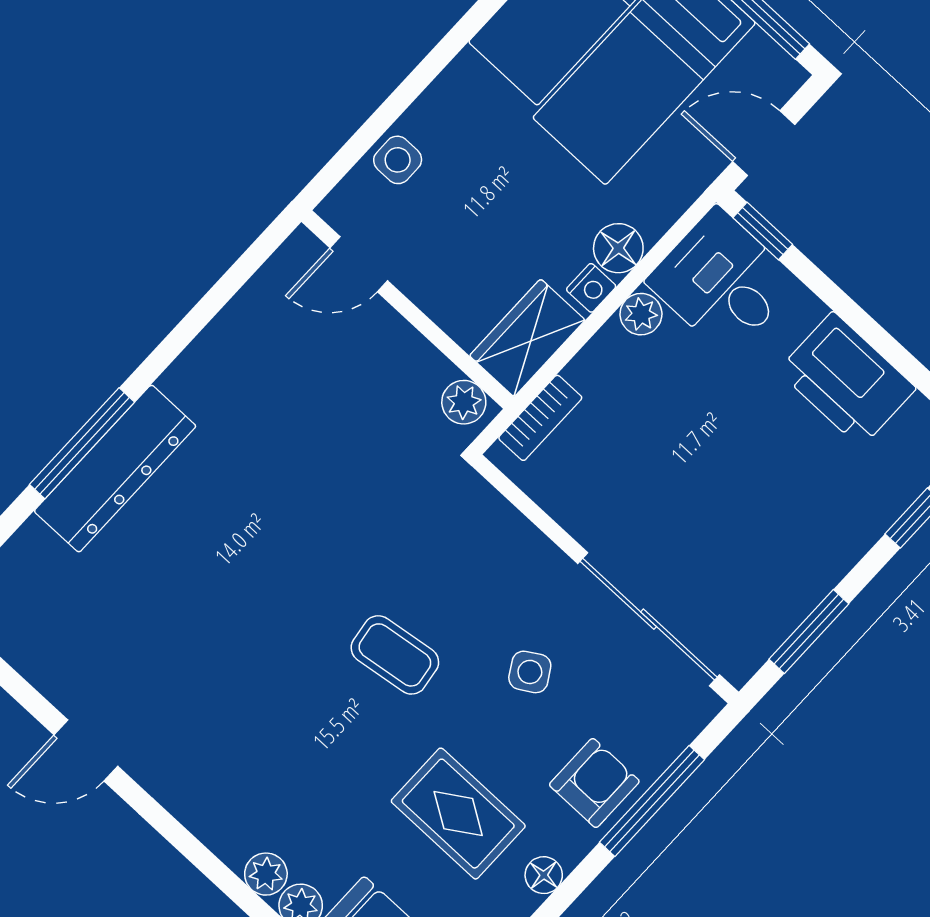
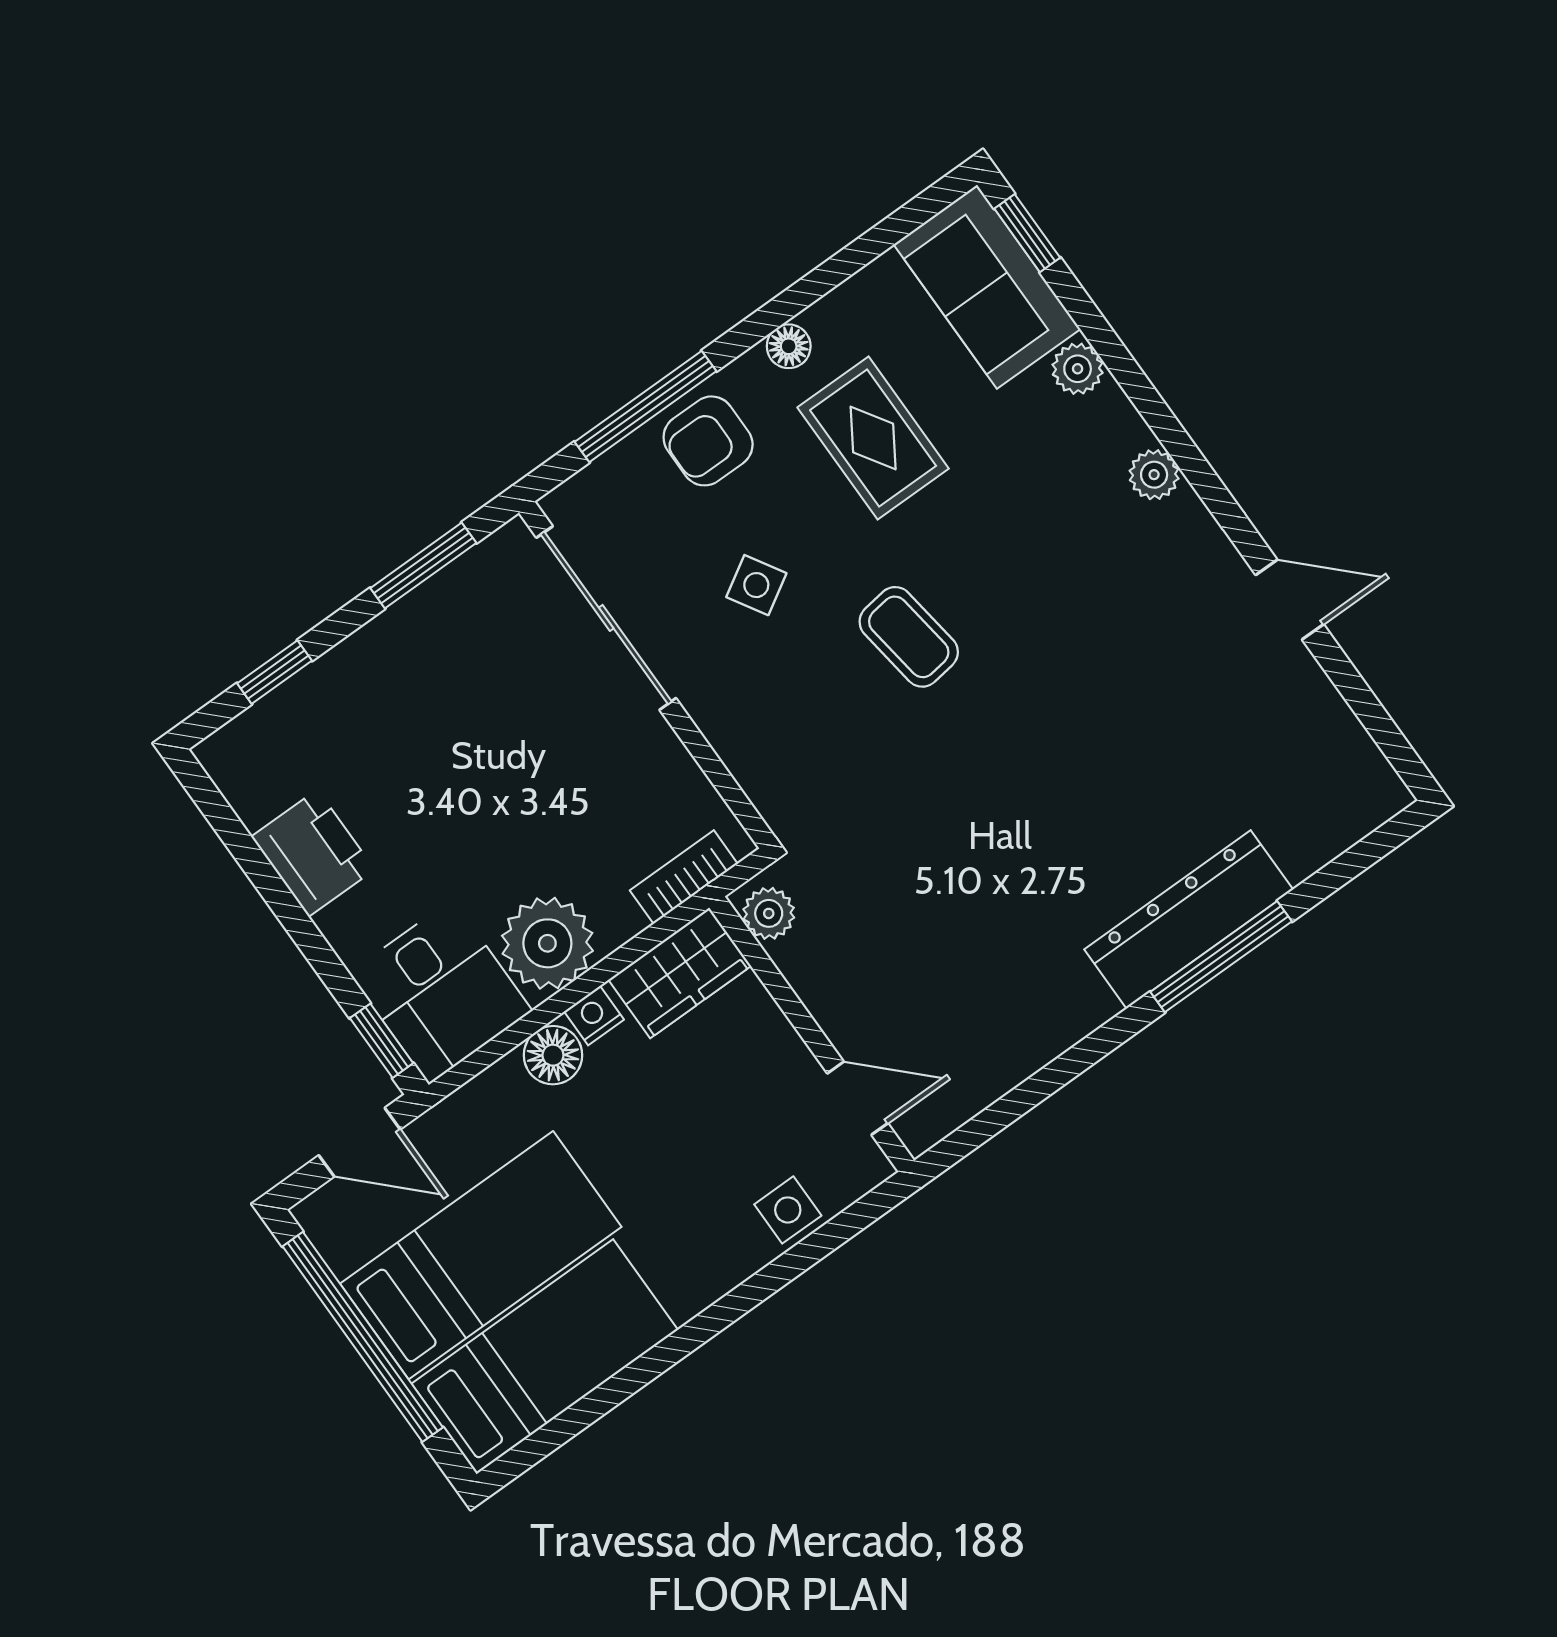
plant: (641, 314) -> (547, 943), width x1.87, depth x1.87
printer: (847, 380) -> (313, 853), width x0.73, depth x0.84
plant: (266, 874) -> (1154, 475), moved

